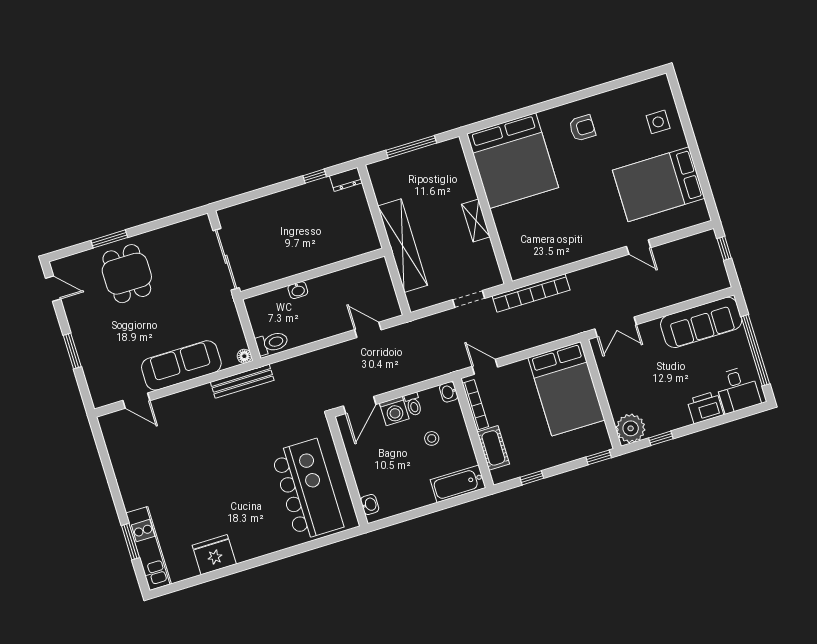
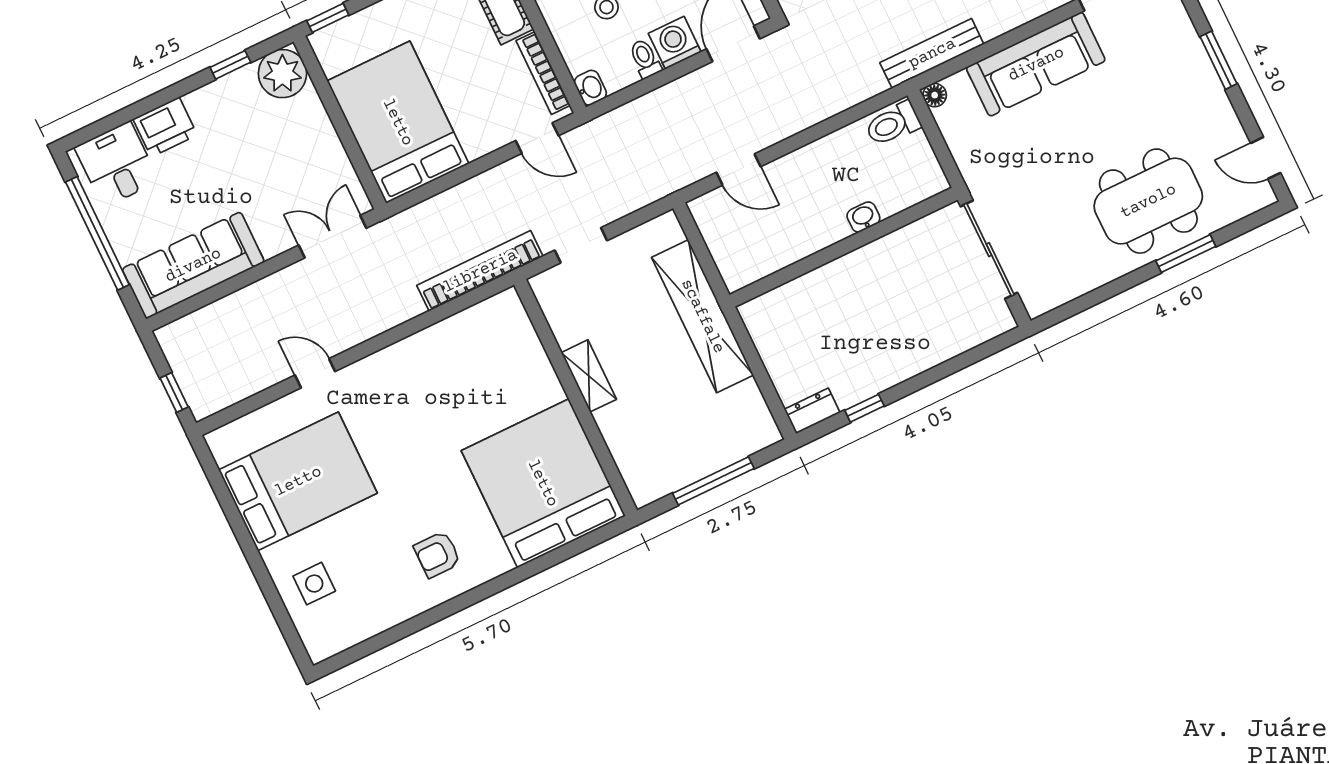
dining table: (127, 274) -> (1148, 201), width x1.38

